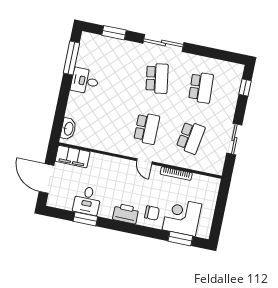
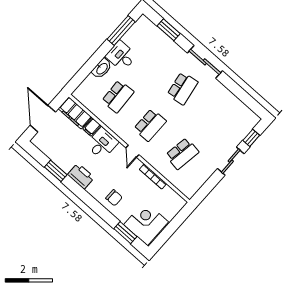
school desk: (201, 88) -> (118, 96), moved
washbasin: (68, 129) -> (102, 69), moved
sliding door: (234, 139) -> (231, 161), moved
filing cabinet: (95, 161) -> (92, 127), added
desk: (87, 201) -> (102, 143), moved, turned 180
printer: (126, 214) -> (81, 176), moved
corner desk: (182, 217) -> (146, 223), moved

